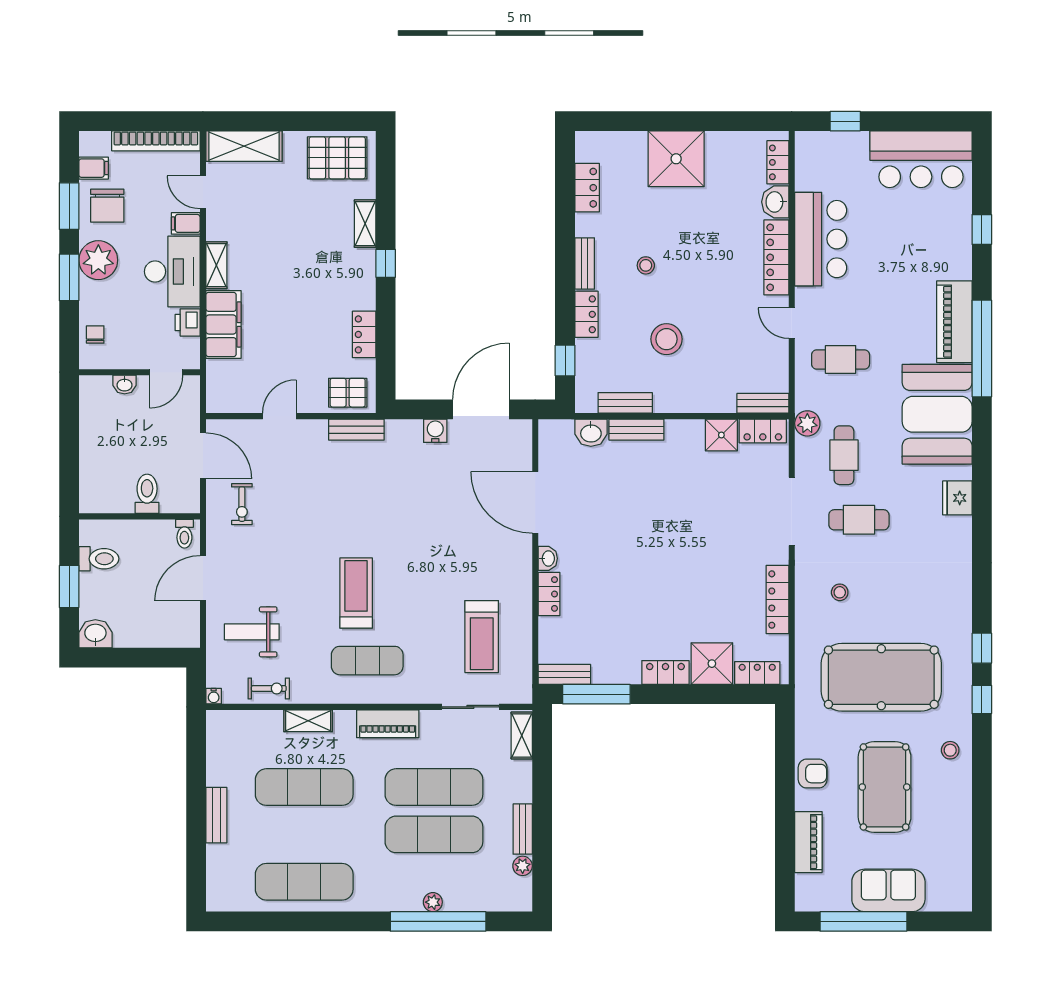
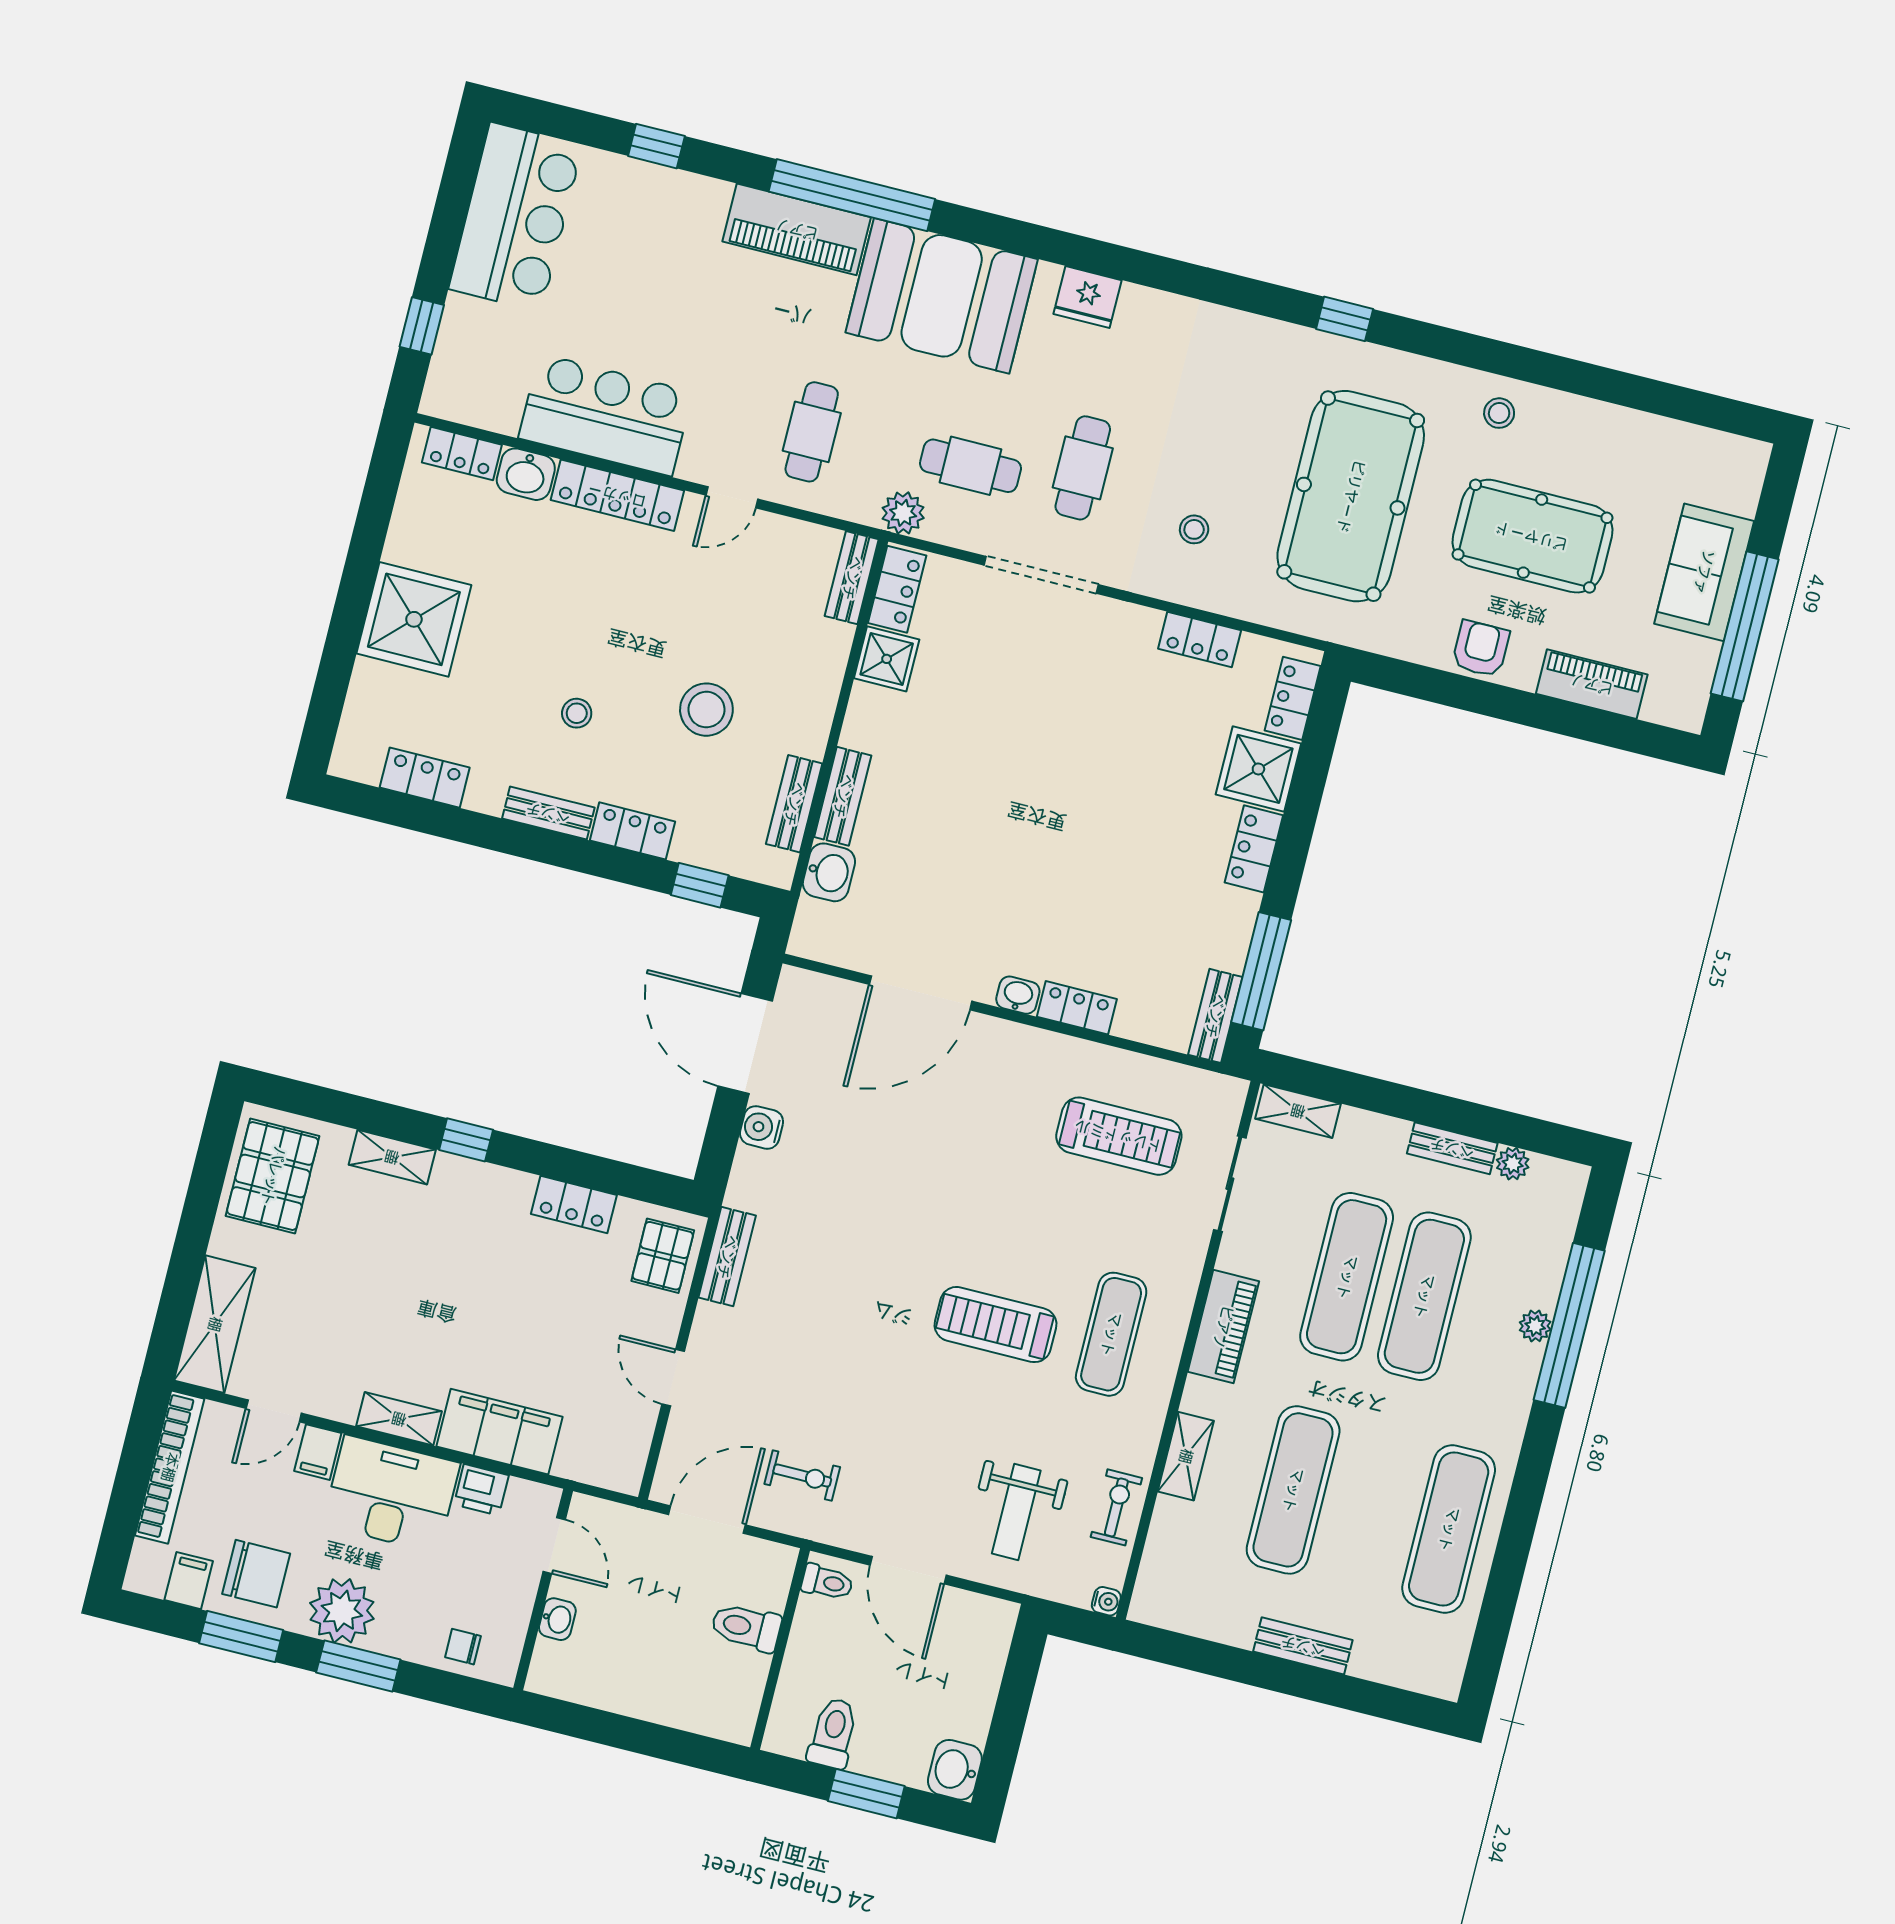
locker: (777, 600) -> (1200, 640), width x0.66
window: (982, 699) -> (1429, 340), removed

